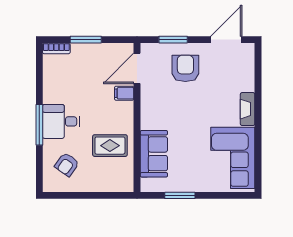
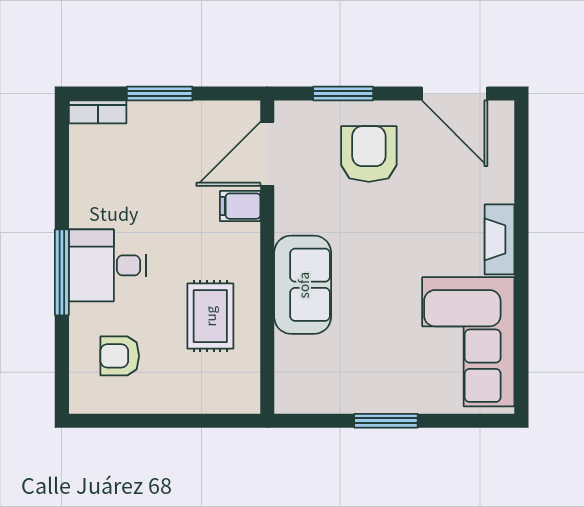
door: (226, 40) -> (455, 93), swing flipped
rug: (110, 146) -> (210, 316), turned 90
sofa: (154, 154) -> (303, 285), moved
armchair: (67, 164) -> (120, 356), turned 55
window: (180, 195) -> (386, 421), moved

